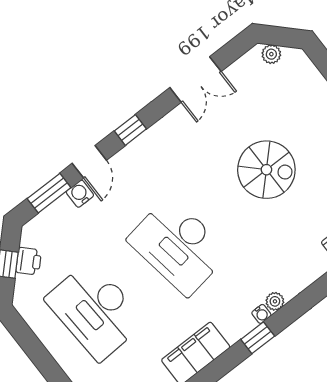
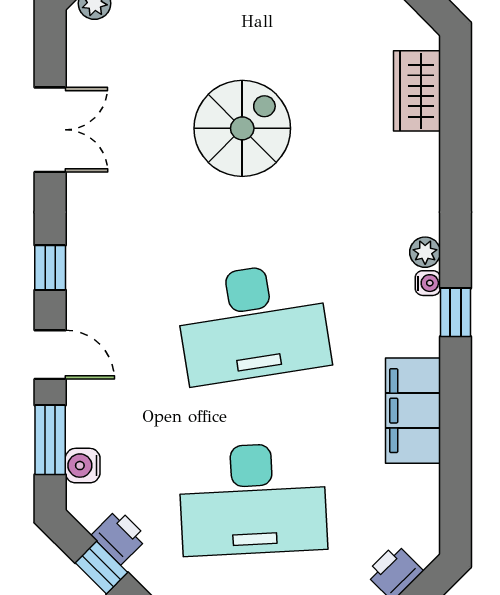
water cooler: (80, 194) -> (83, 466), moved

